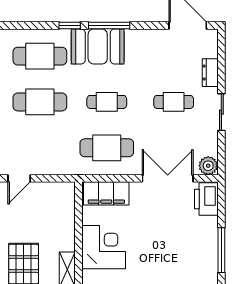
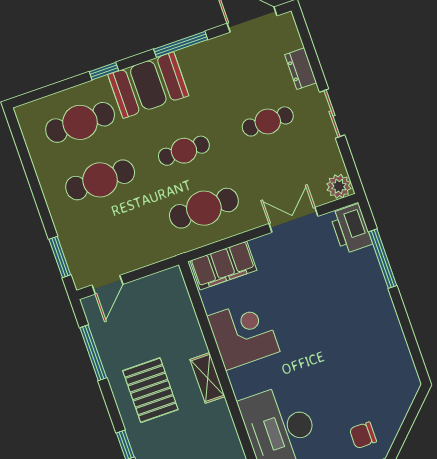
window: (109, 26) -> (181, 44), moved
double door: (168, 178) -> (293, 220), width x0.73
window: (221, 250) -> (383, 259), moved

